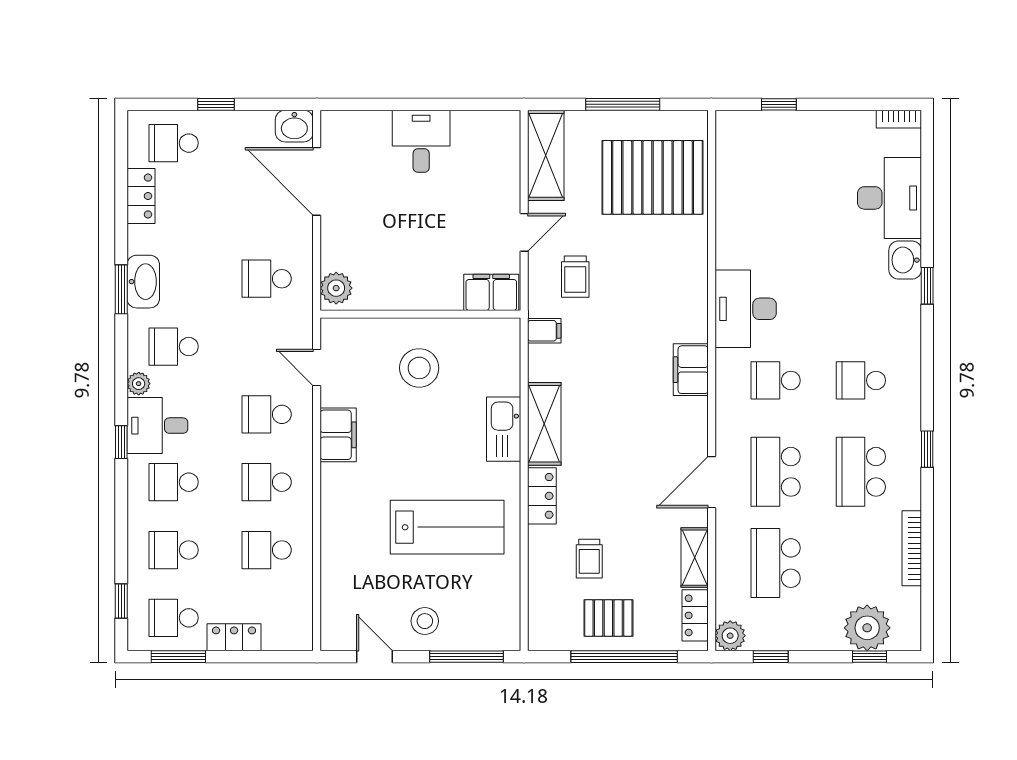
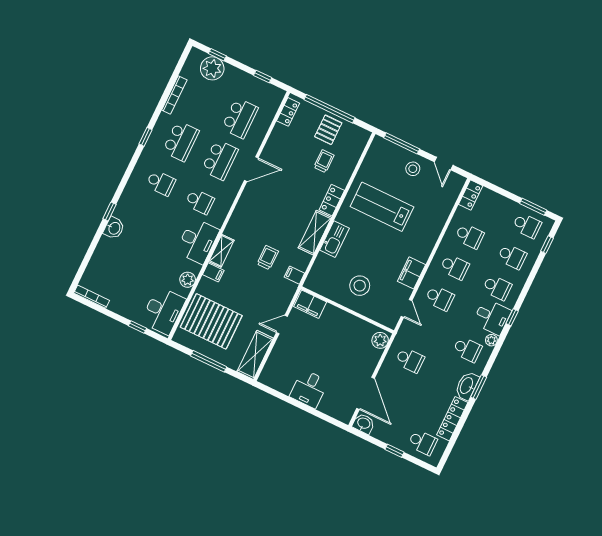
bookcase: (899, 119) -> (92, 297), width x1.56
locker: (141, 196) -> (452, 419), width x1.53
desk: (890, 198) -> (163, 311), moved, turned 180
trolley: (575, 277) -> (268, 258), moved
filing cabinet: (691, 370) -> (213, 272), moved, width x0.50
shelving: (695, 558) -> (221, 251), moved
pallet: (608, 618) -> (328, 130), turned 90
plant: (730, 636) -> (188, 280), moved
locker: (234, 637) -> (471, 195), moved, turned -90

